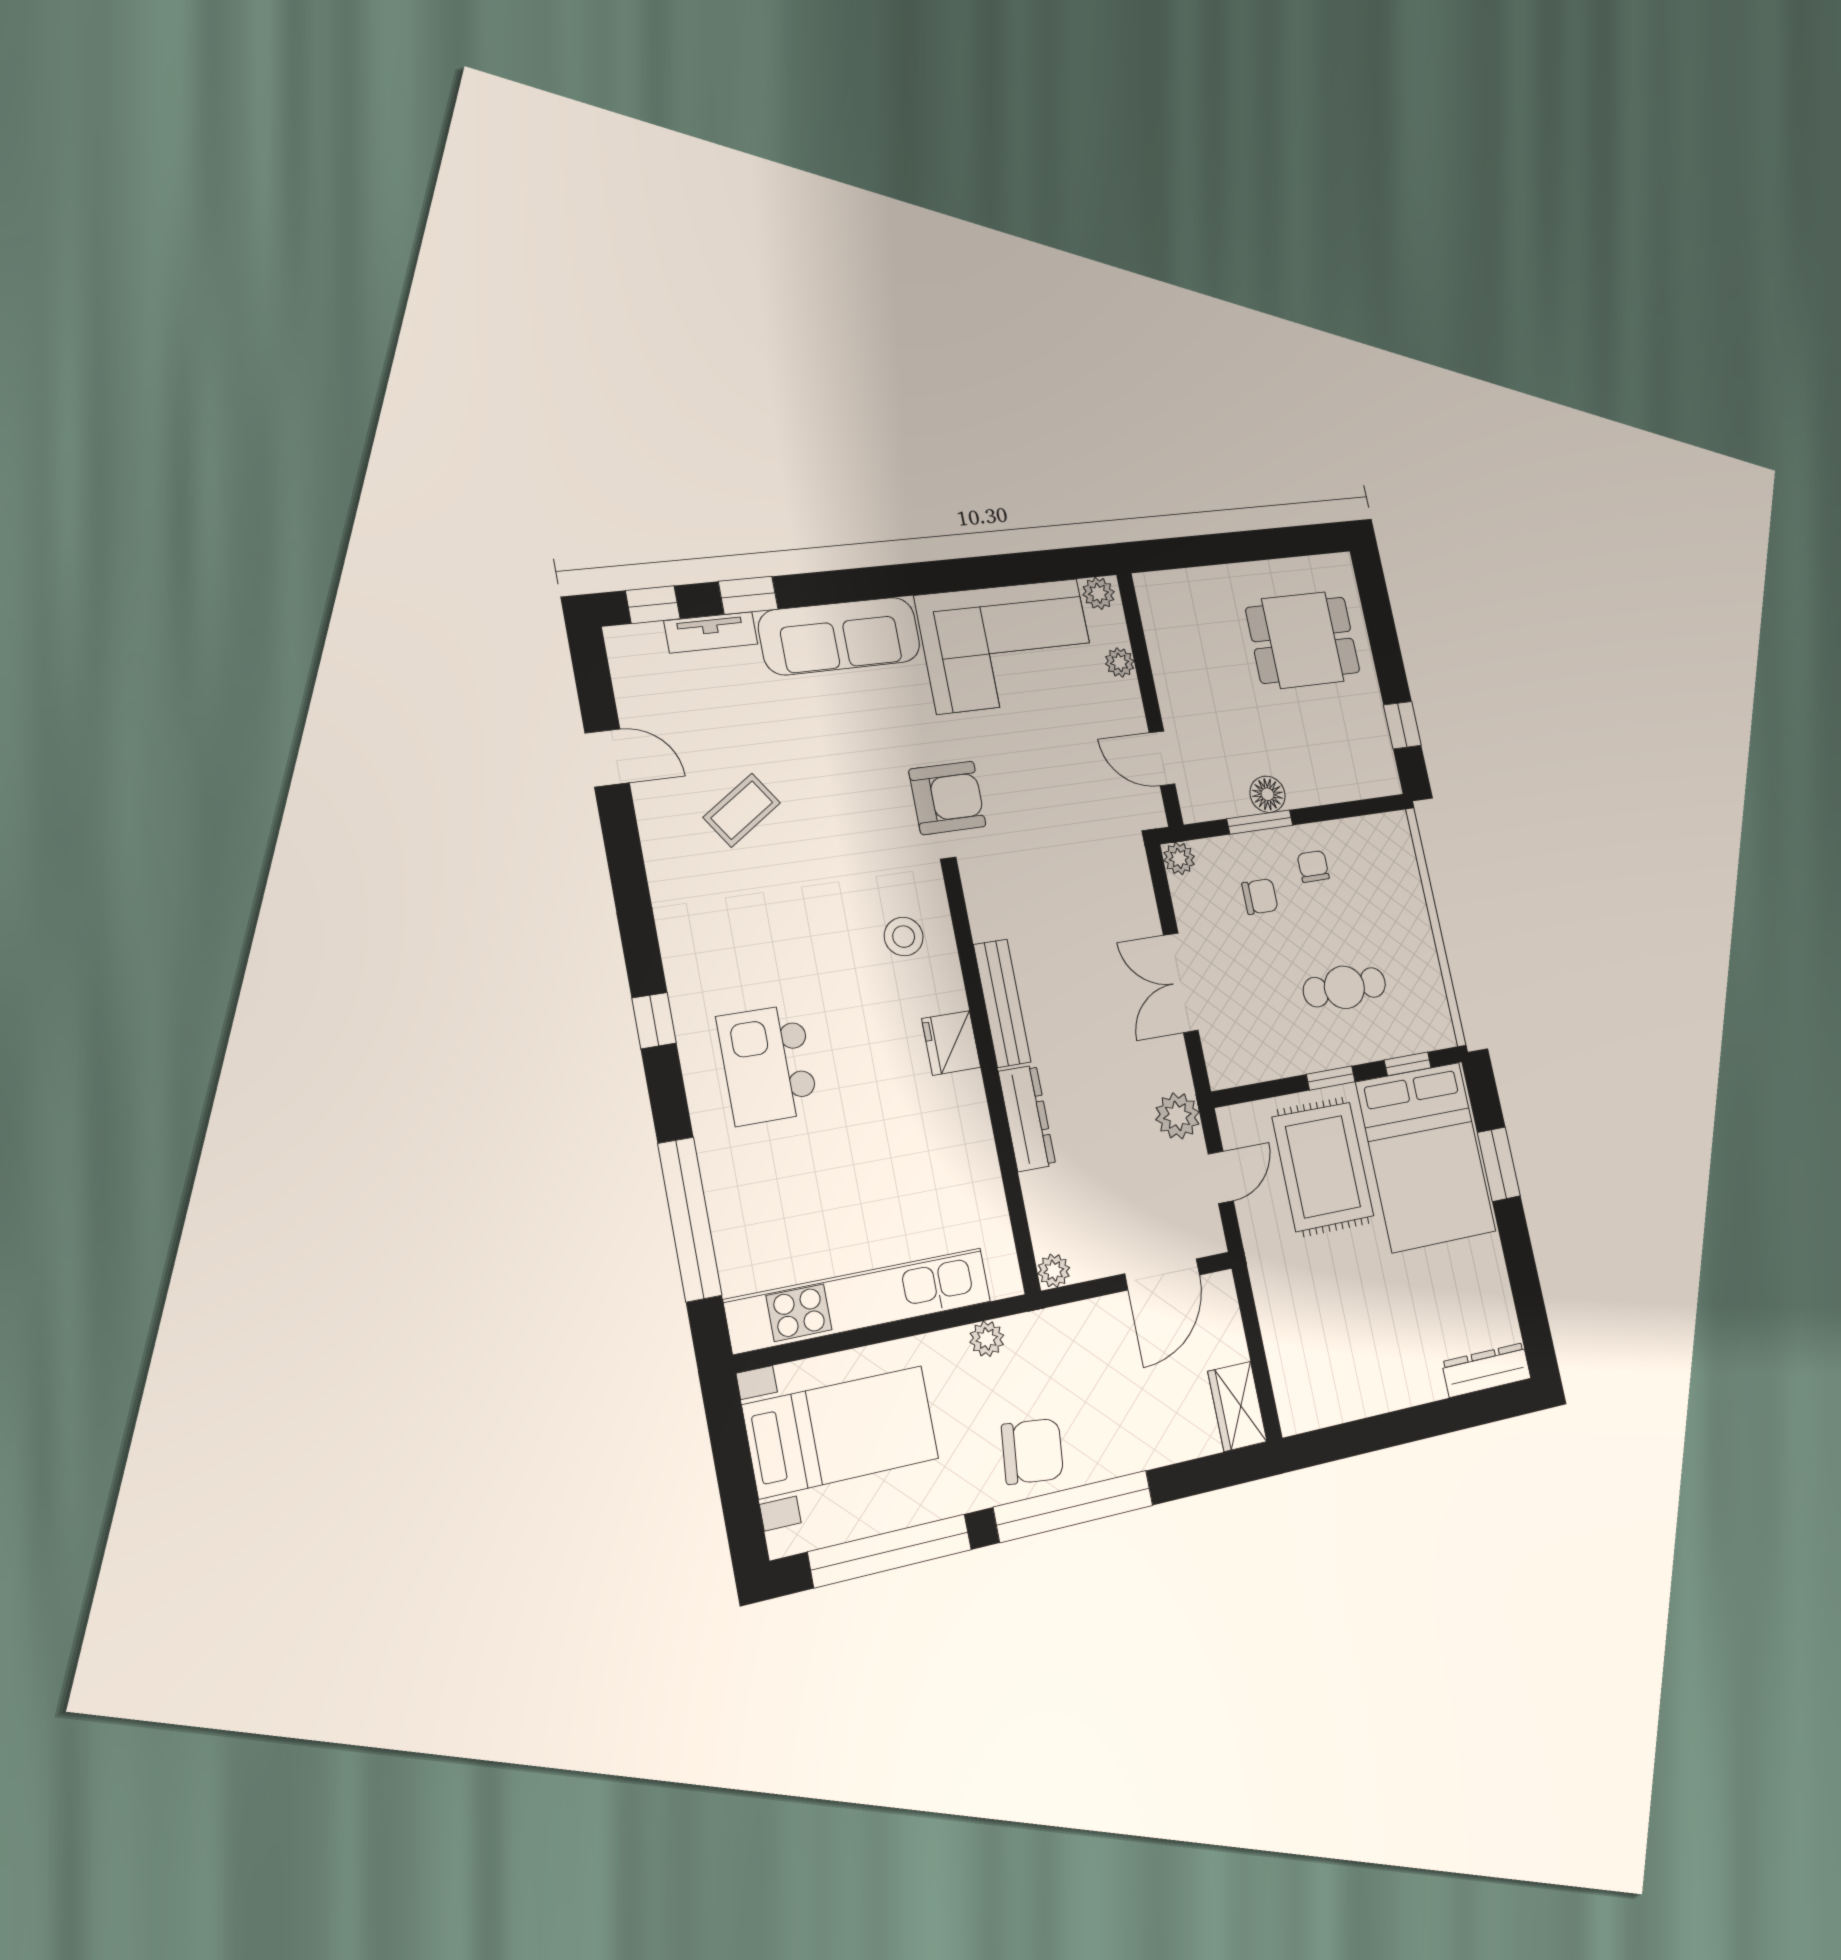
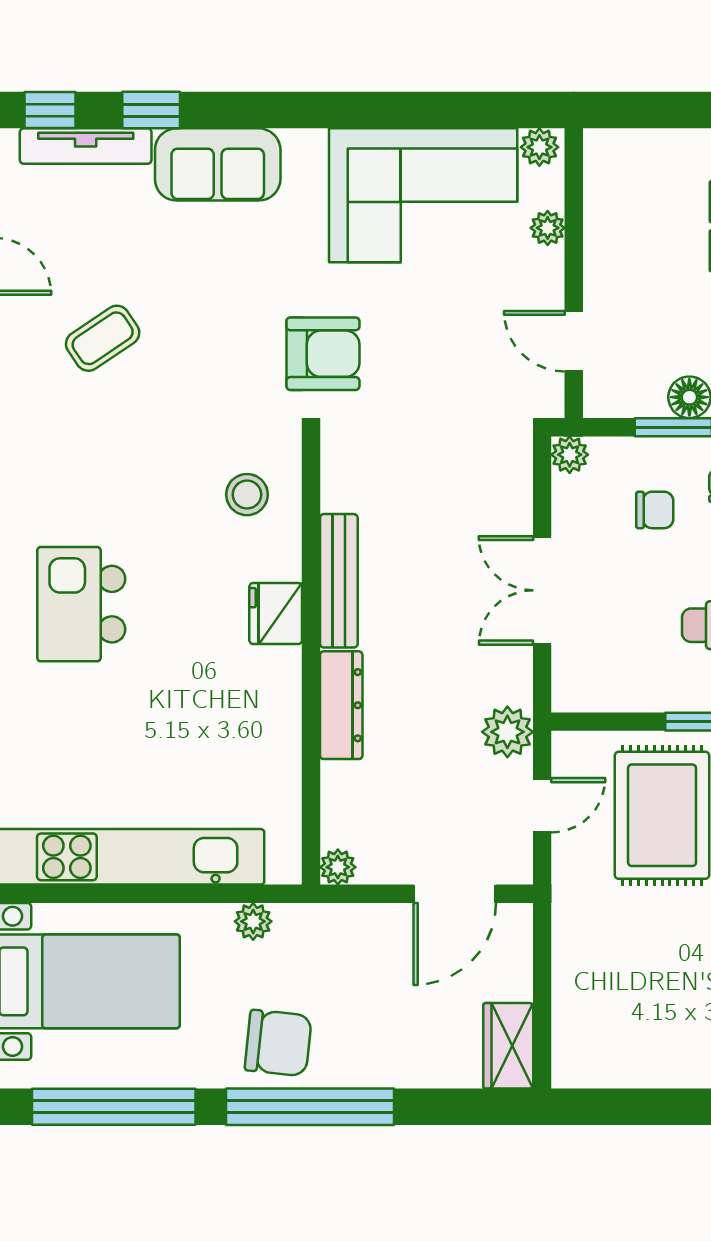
tv unit: (711, 632) -> (86, 146), width x1.41
sofa: (840, 636) -> (218, 164), width x0.73

